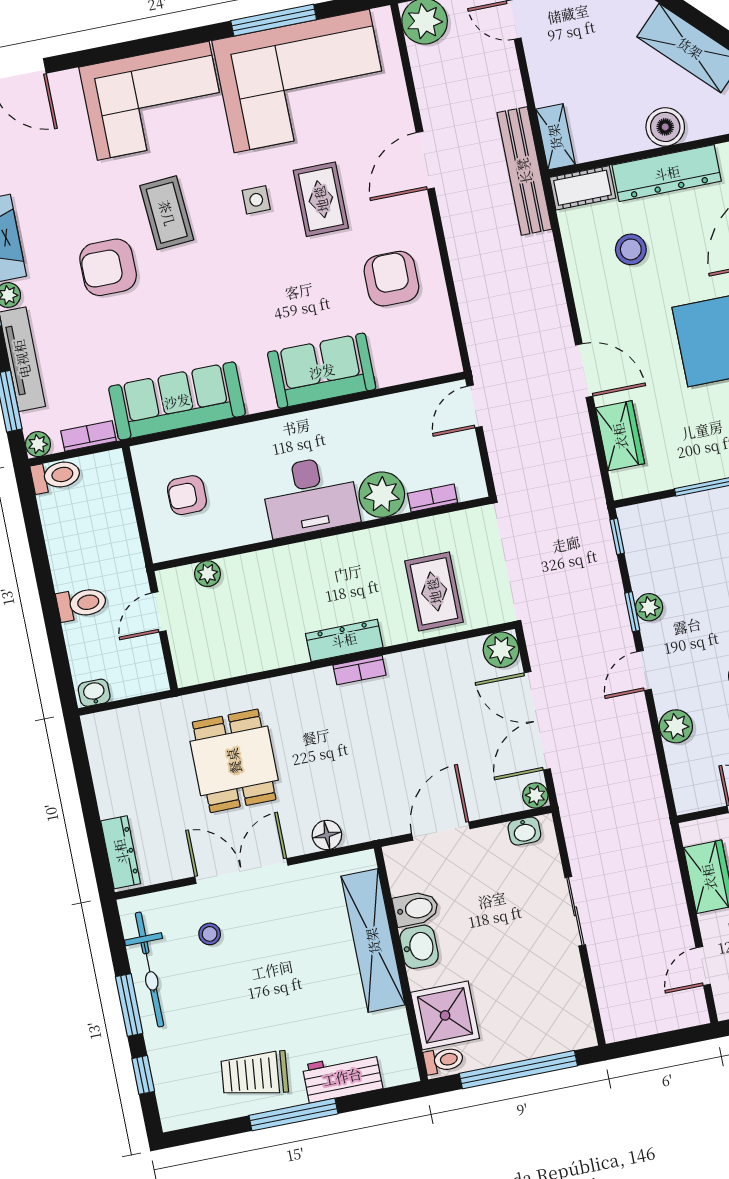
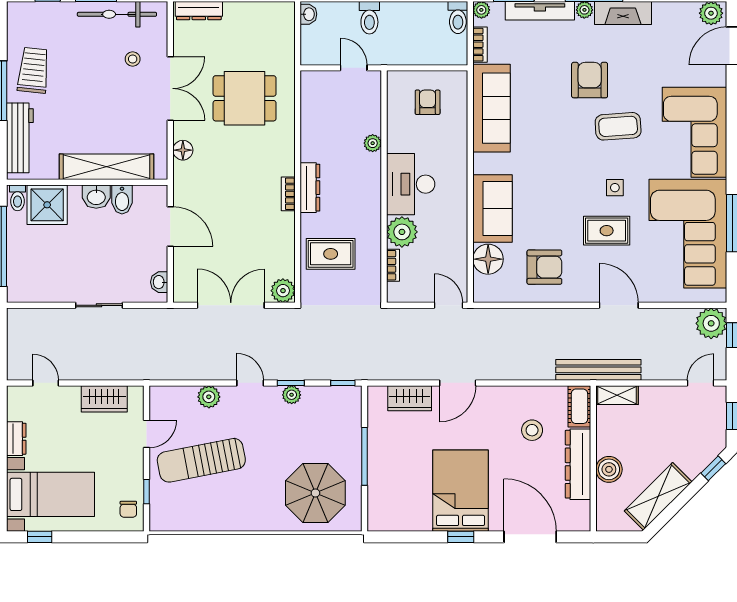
floor lamp: (396, 362) -> (488, 259), added
plant: (208, 574) -> (373, 143), moved
plant: (535, 795) -> (181, 294), removed
workbench: (342, 1077) -> (20, 138), width x1.38

